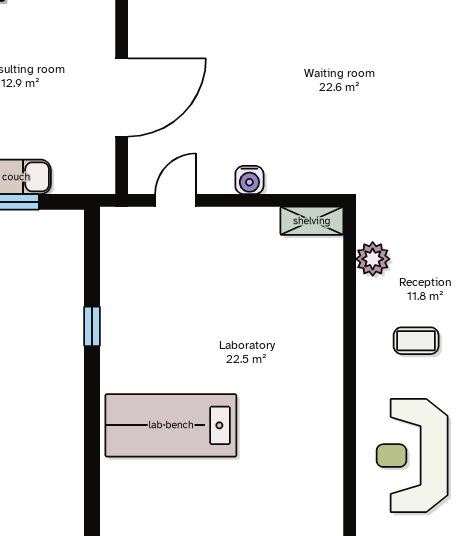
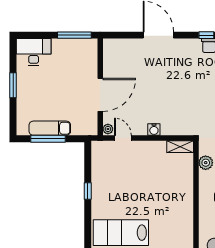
plant: (140, 179) -> (108, 129), added
door: (176, 200) -> (123, 138), hinge flipped

